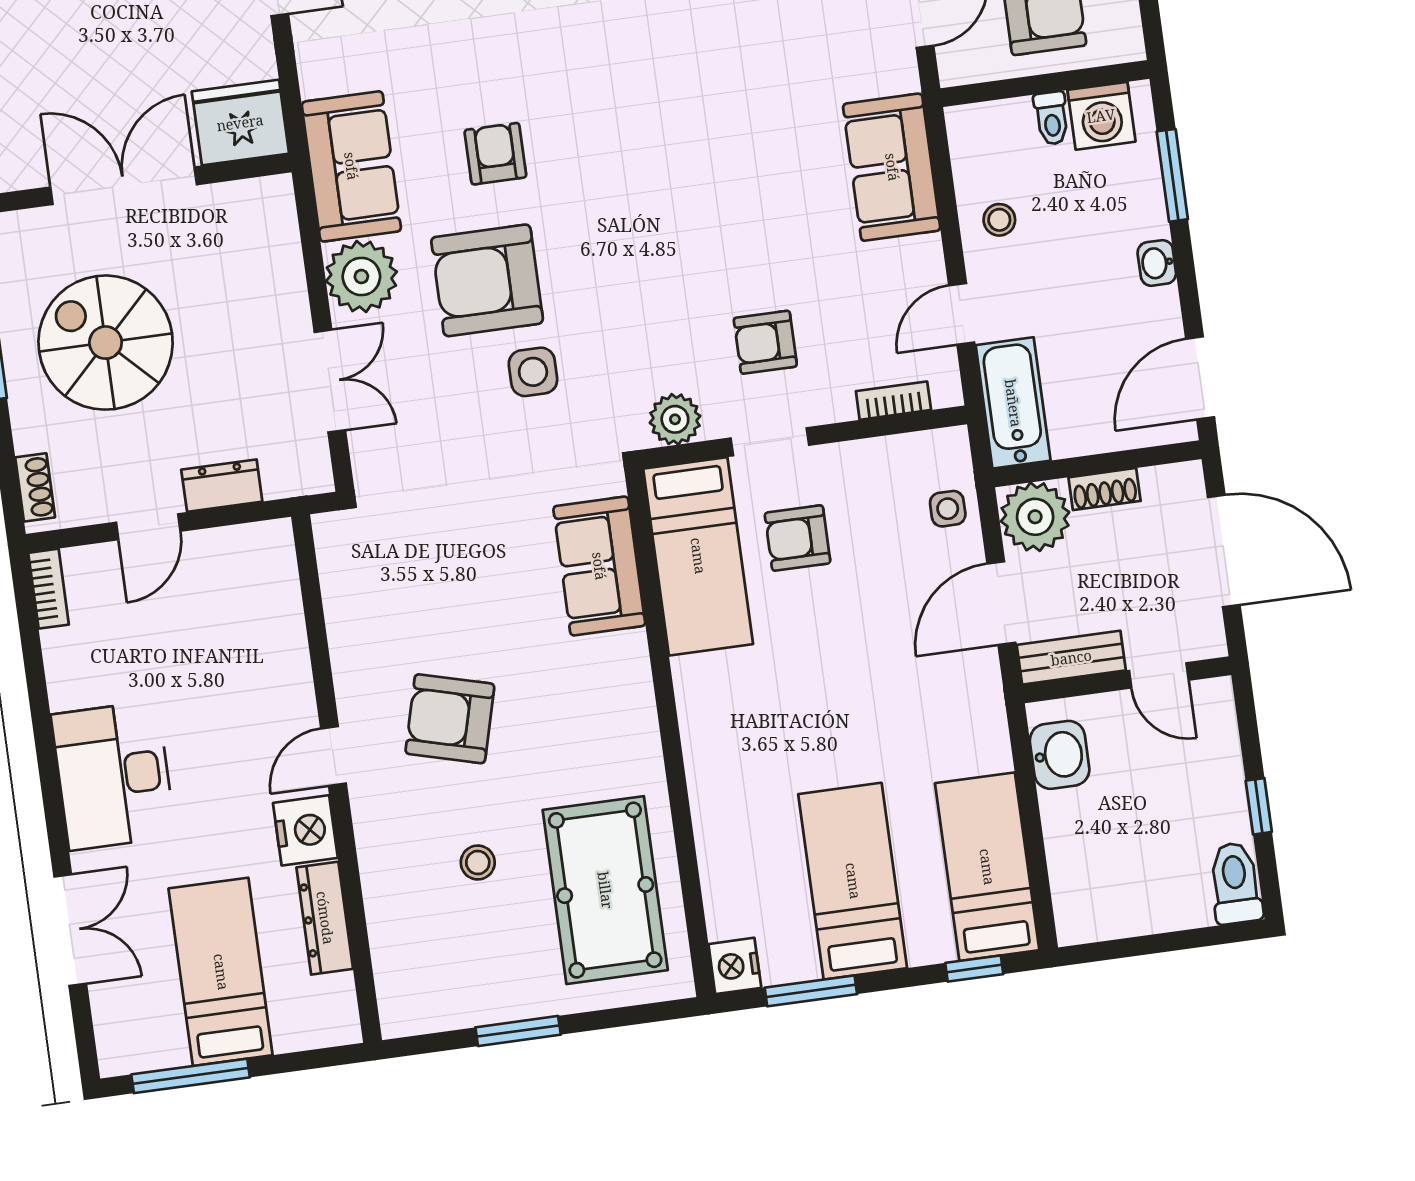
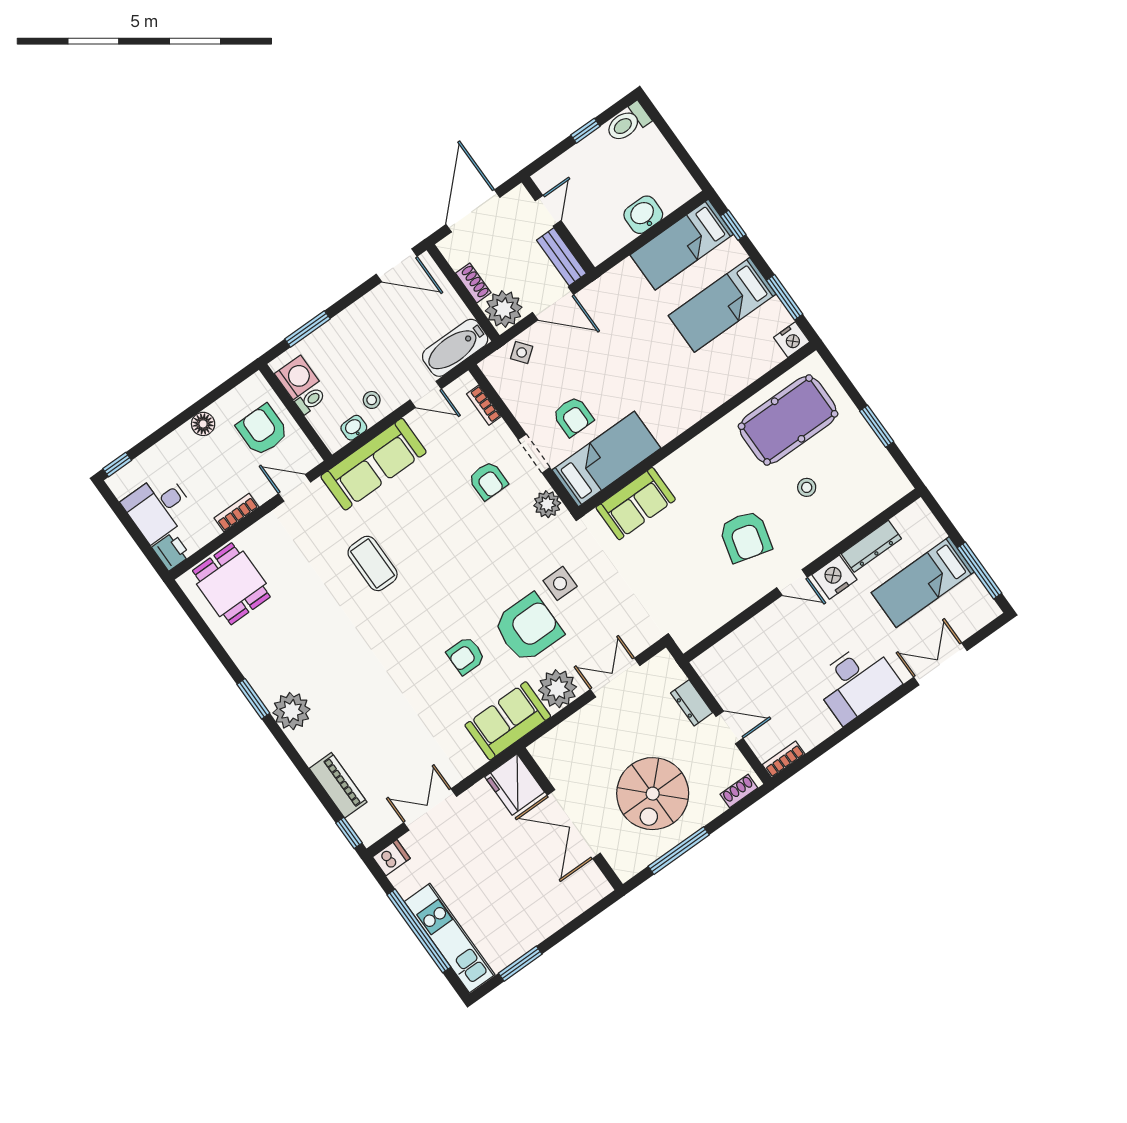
coffee table: (729, 80) -> (373, 563), added
sofa: (892, 167) -> (374, 464), width x1.36
washbasin: (1157, 263) -> (354, 428), moved, turned 180
armchair: (487, 280) -> (528, 628), turned -90
side table: (948, 509) -> (522, 352), turned -38
washbasin: (1060, 755) -> (643, 215), moved

